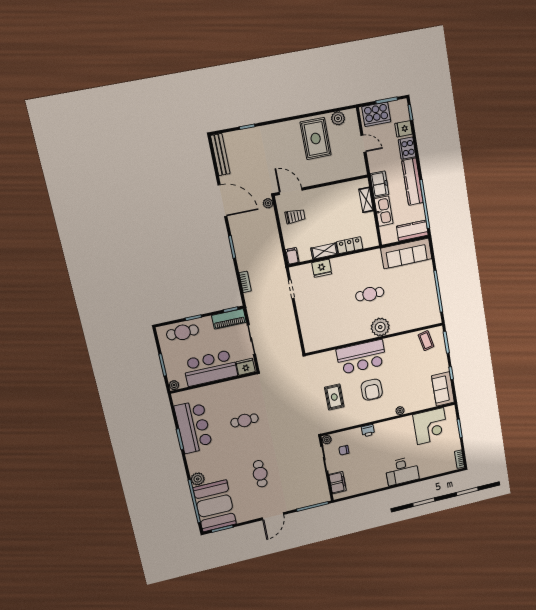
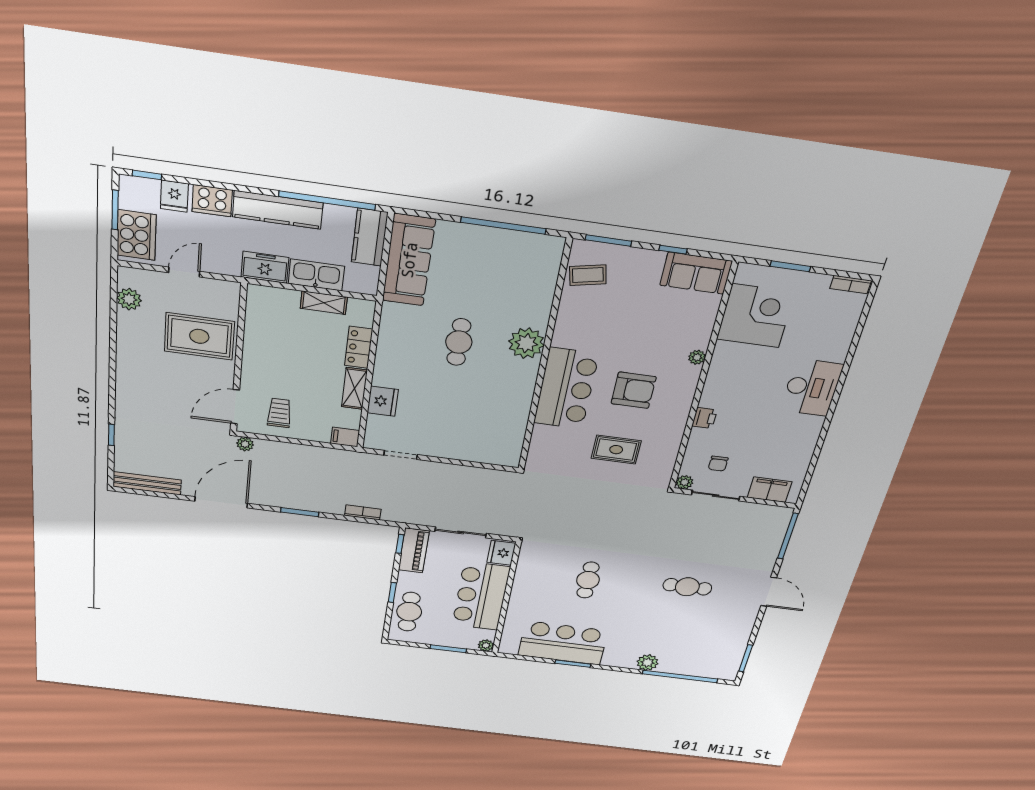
rug: (316, 139) -> (199, 336), moved
shelving: (366, 200) -> (324, 303), moved
booth: (215, 506) -> (703, 656), removed

